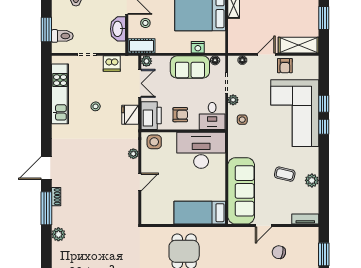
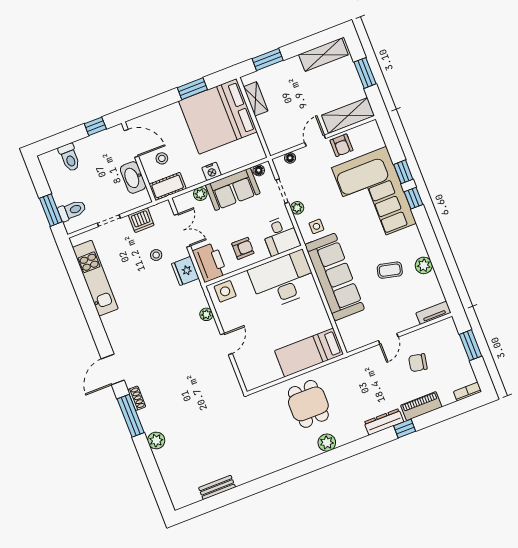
nightstand: (198, 47) -> (212, 171), moved
plant: (146, 61) -> (200, 194), moved
stool: (96, 106) -> (156, 255), moved
sofa: (241, 191) -> (335, 277), moved

